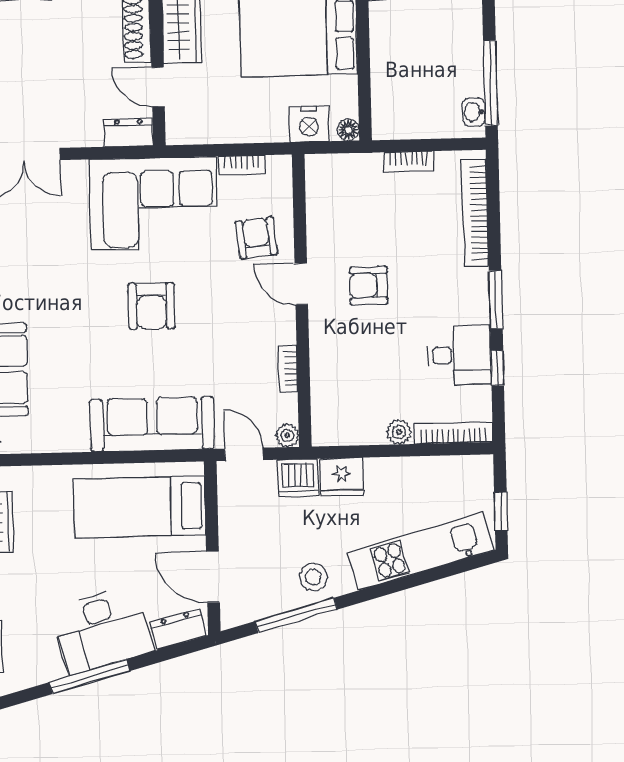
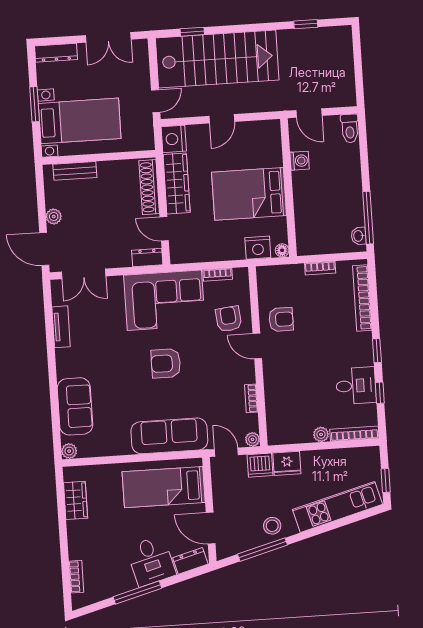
armchair: (369, 286) -> (281, 319), moved, turned 180
window: (496, 300) -> (377, 351), width x0.67
armchair: (151, 306) -> (166, 363), turned 90
desk: (102, 630) -> (151, 561), width x0.73

